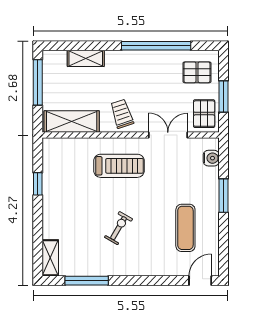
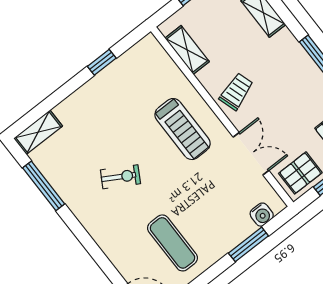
shelving: (72, 121) -> (187, 50), width x0.67, depth x0.75
window: (224, 196) -> (248, 244), moved
exercise mat: (185, 228) -> (172, 243), turned 90

